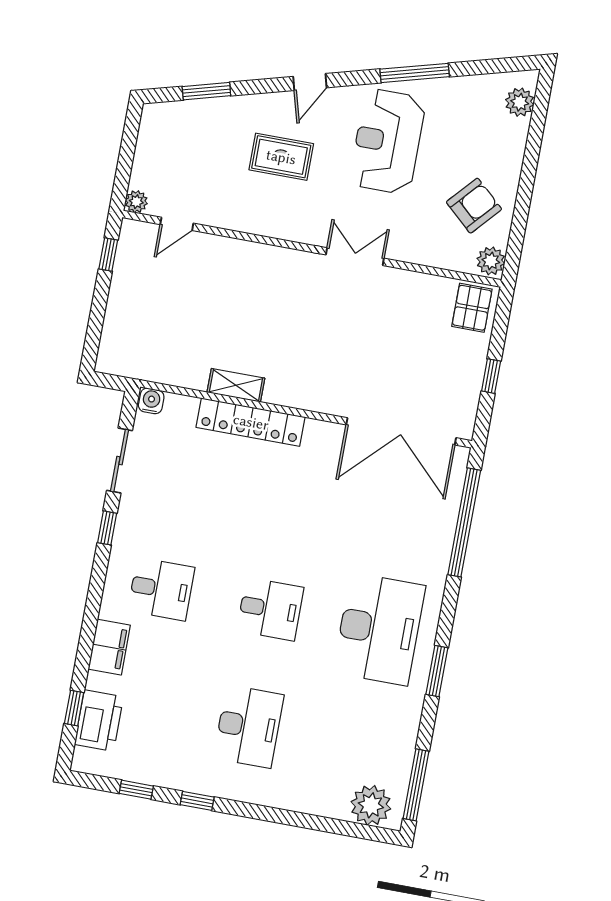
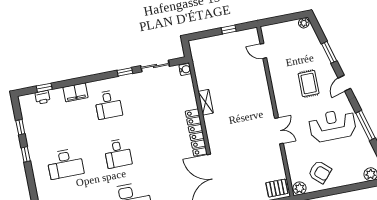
door: (310, 82) -> (344, 83), hinge flipped
window: (206, 91) -> (329, 52), moved
plant: (136, 202) -> (304, 23), moved
window: (108, 255) -> (229, 29), moved
locker: (251, 422) -> (196, 133), moved
printer: (99, 721) -> (43, 97), width x0.53, depth x0.68

